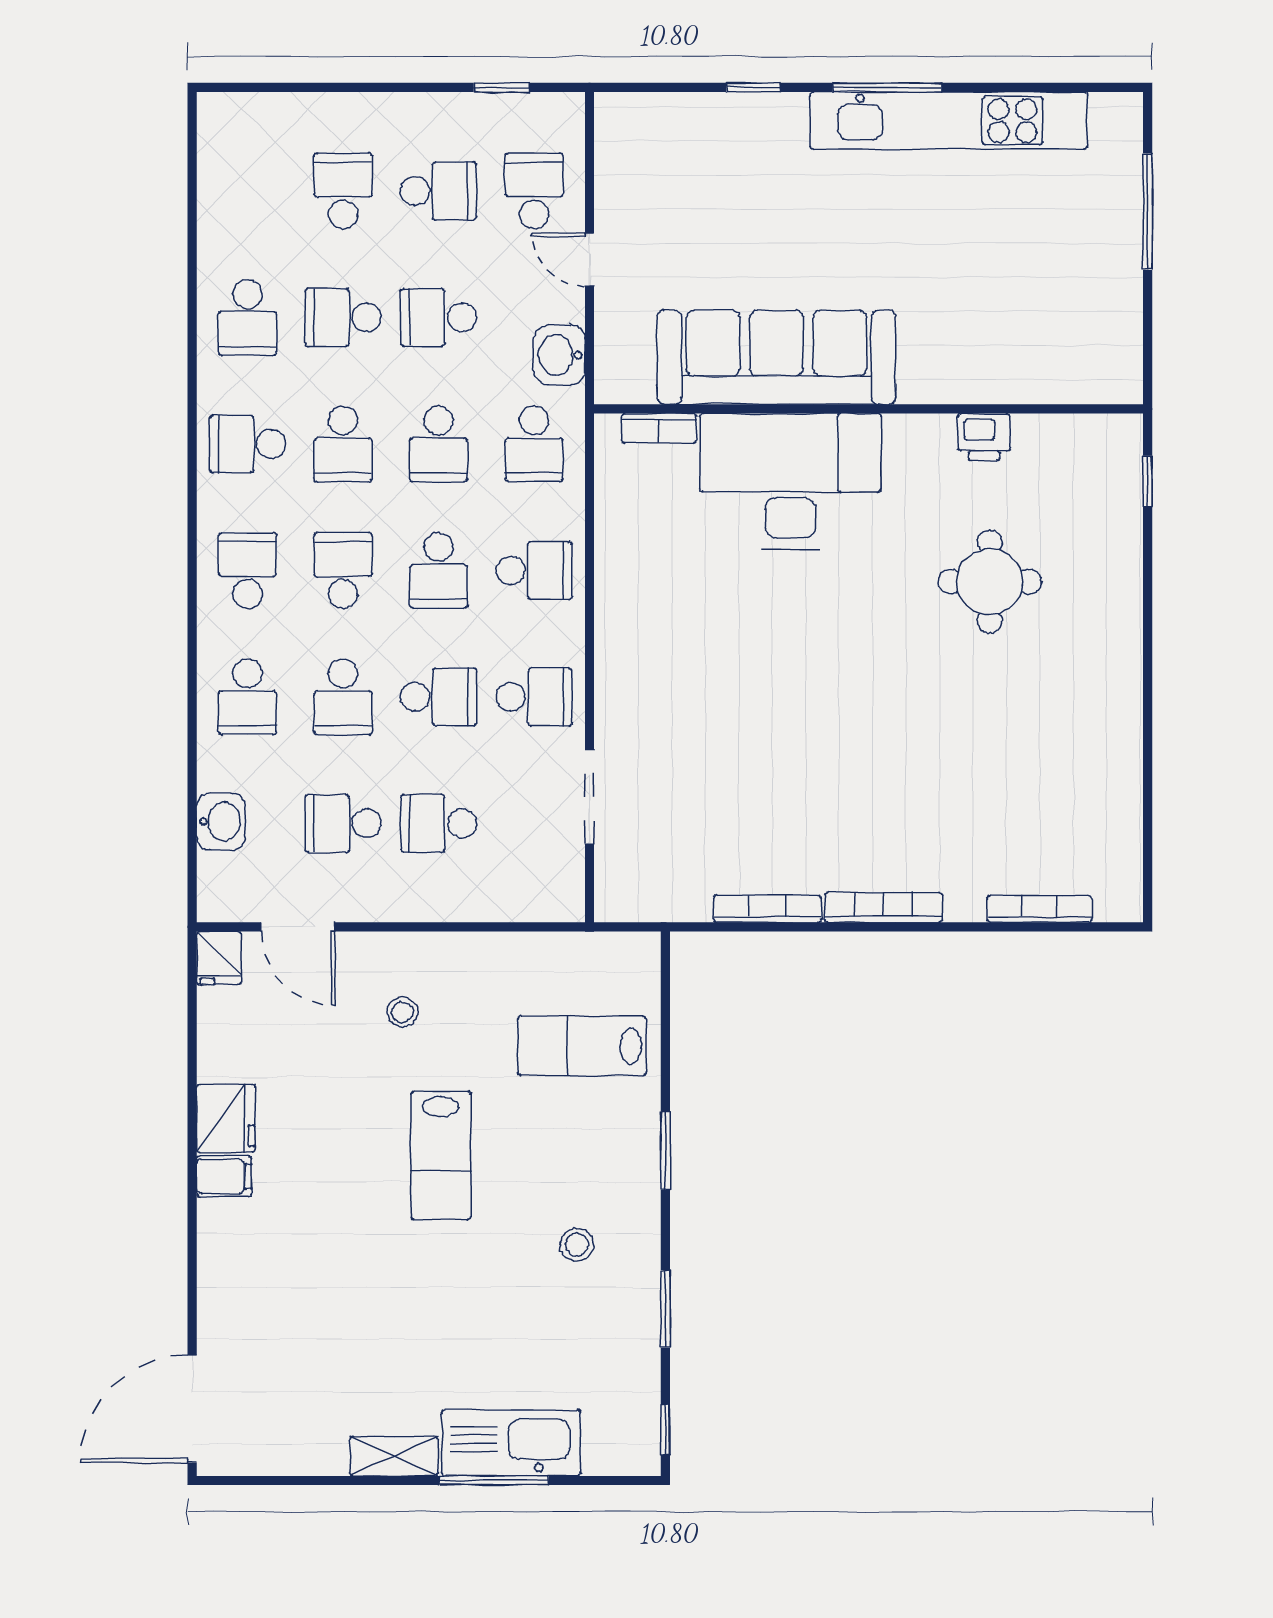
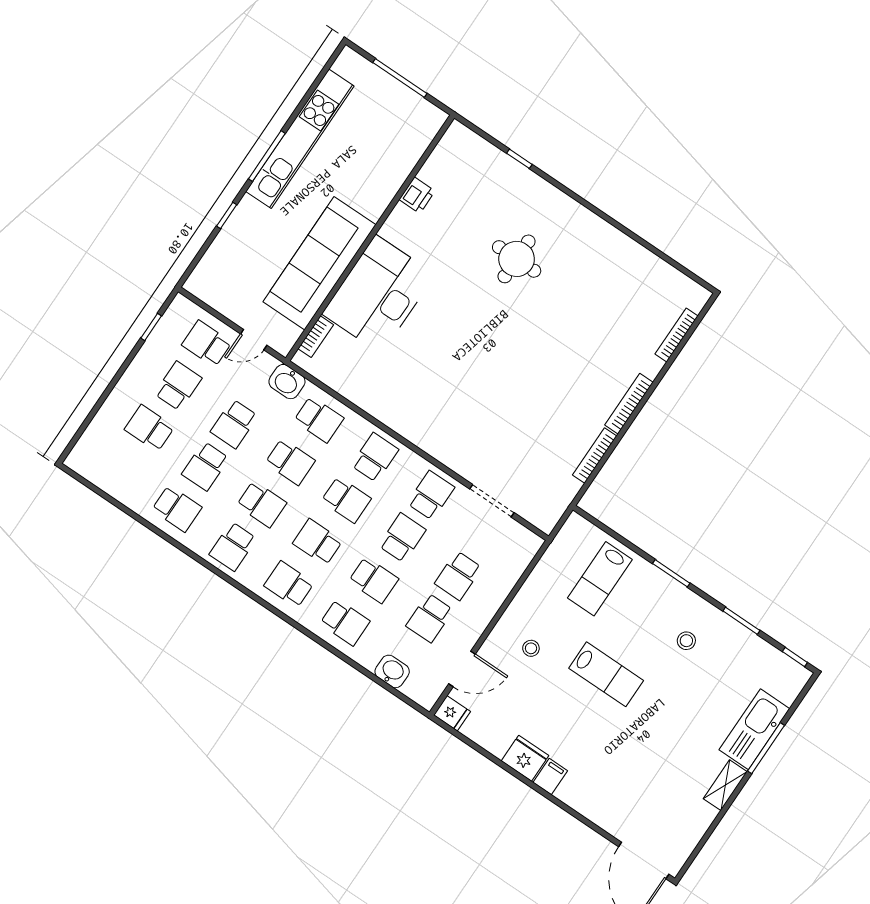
sofa: (777, 357) -> (319, 263), moved
wall: (869, 409) -> (370, 238), moved
bookcase: (659, 428) -> (316, 337), moved
printer: (984, 437) -> (417, 195), moved
desk: (790, 481) -> (379, 294), moved

